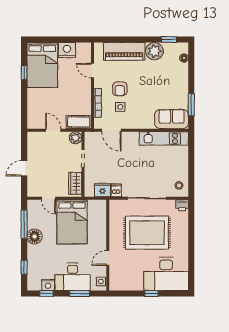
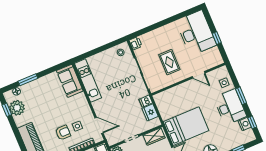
plant: (154, 51) -> (17, 108), moved
window: (191, 105) -> (28, 80), moved
door: (111, 130) -> (99, 125), hinge flipped
rug: (147, 233) -> (169, 62), width x0.54, depth x0.49
wall: (108, 245) -> (188, 79), moved
door: (108, 258) -> (199, 75), moved

